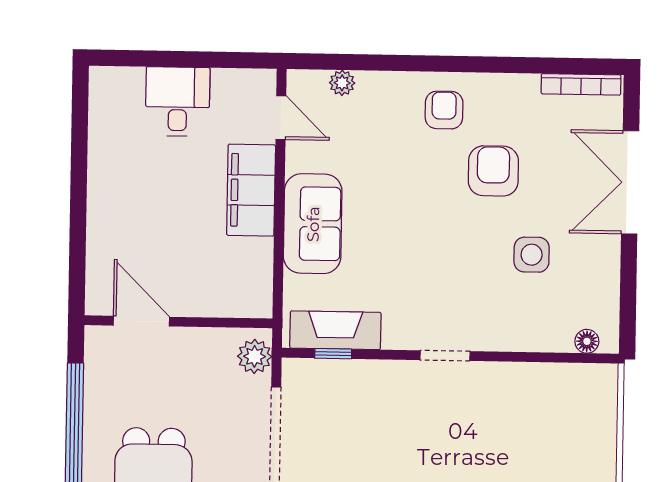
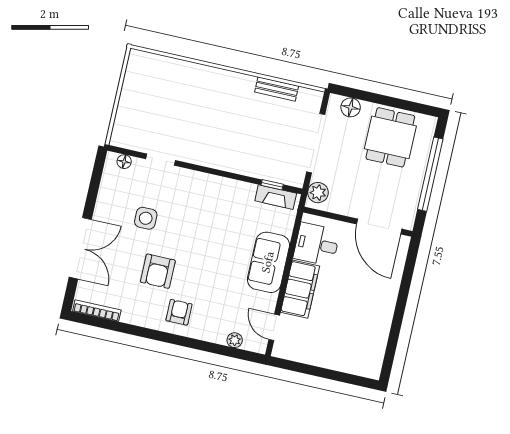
desk: (178, 102) -> (317, 244), moved, turned 90
armchair: (444, 110) -> (179, 312), turned 180
door: (141, 321) -> (379, 227), width x1.36
fireplace: (335, 330) -> (276, 197), width x0.73, depth x0.76
doorway: (445, 356) -> (161, 160), moved

